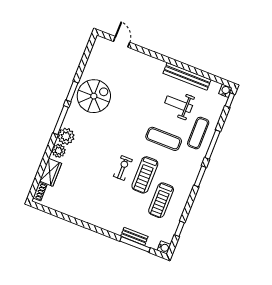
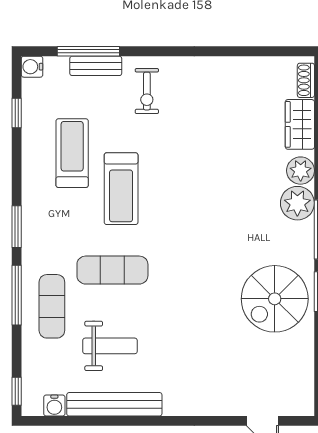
water cooler: (225, 91) -> (54, 406), moved
exercise bike: (123, 168) -> (147, 91), moved
treadmill: (145, 175) -> (121, 189), turned 180

